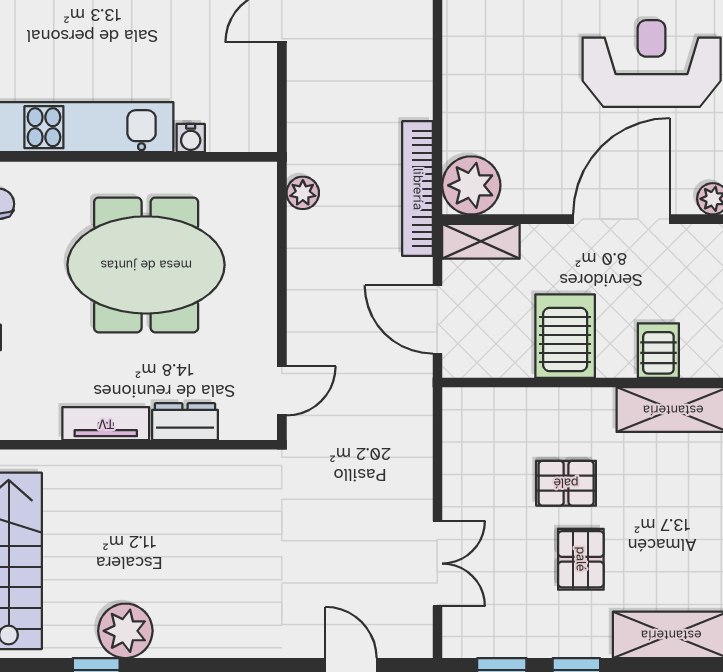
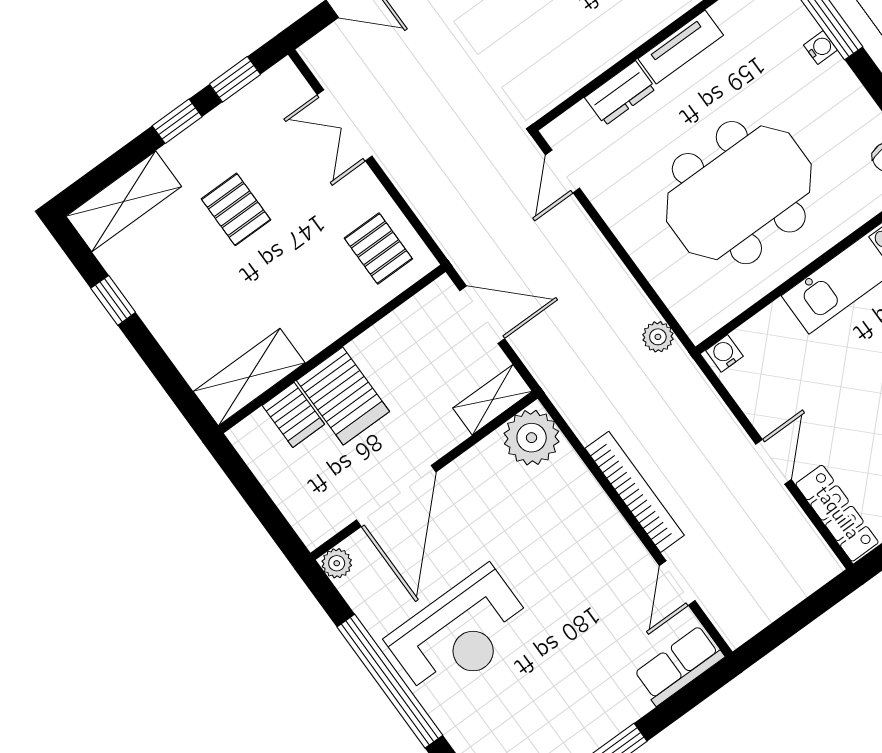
water cooler: (191, 138) -> (724, 353), moved
bookcase: (418, 189) -> (635, 492), moved
server rack: (565, 336) -> (343, 396), moved
pallet: (566, 483) -> (378, 248), moved, turned 90

